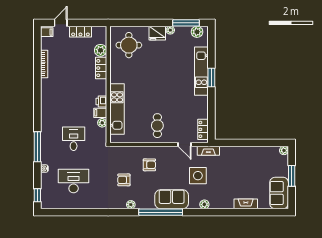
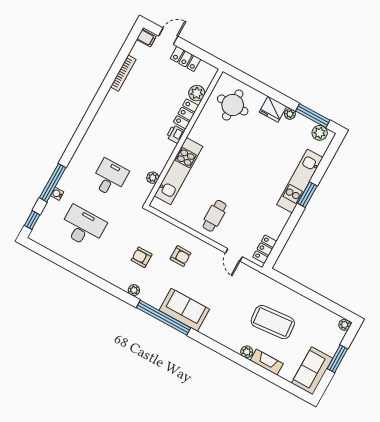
printer: (101, 101) -> (175, 134), moved
filing cabinet: (100, 113) -> (157, 165), removed
window: (37, 147) -> (53, 183), moved
fireplace: (208, 151) -> (257, 277), removed
coffee table: (235, 175) -> (273, 322), added
side table: (198, 176) -> (230, 299), removed
plant: (204, 204) -> (247, 352), moved

